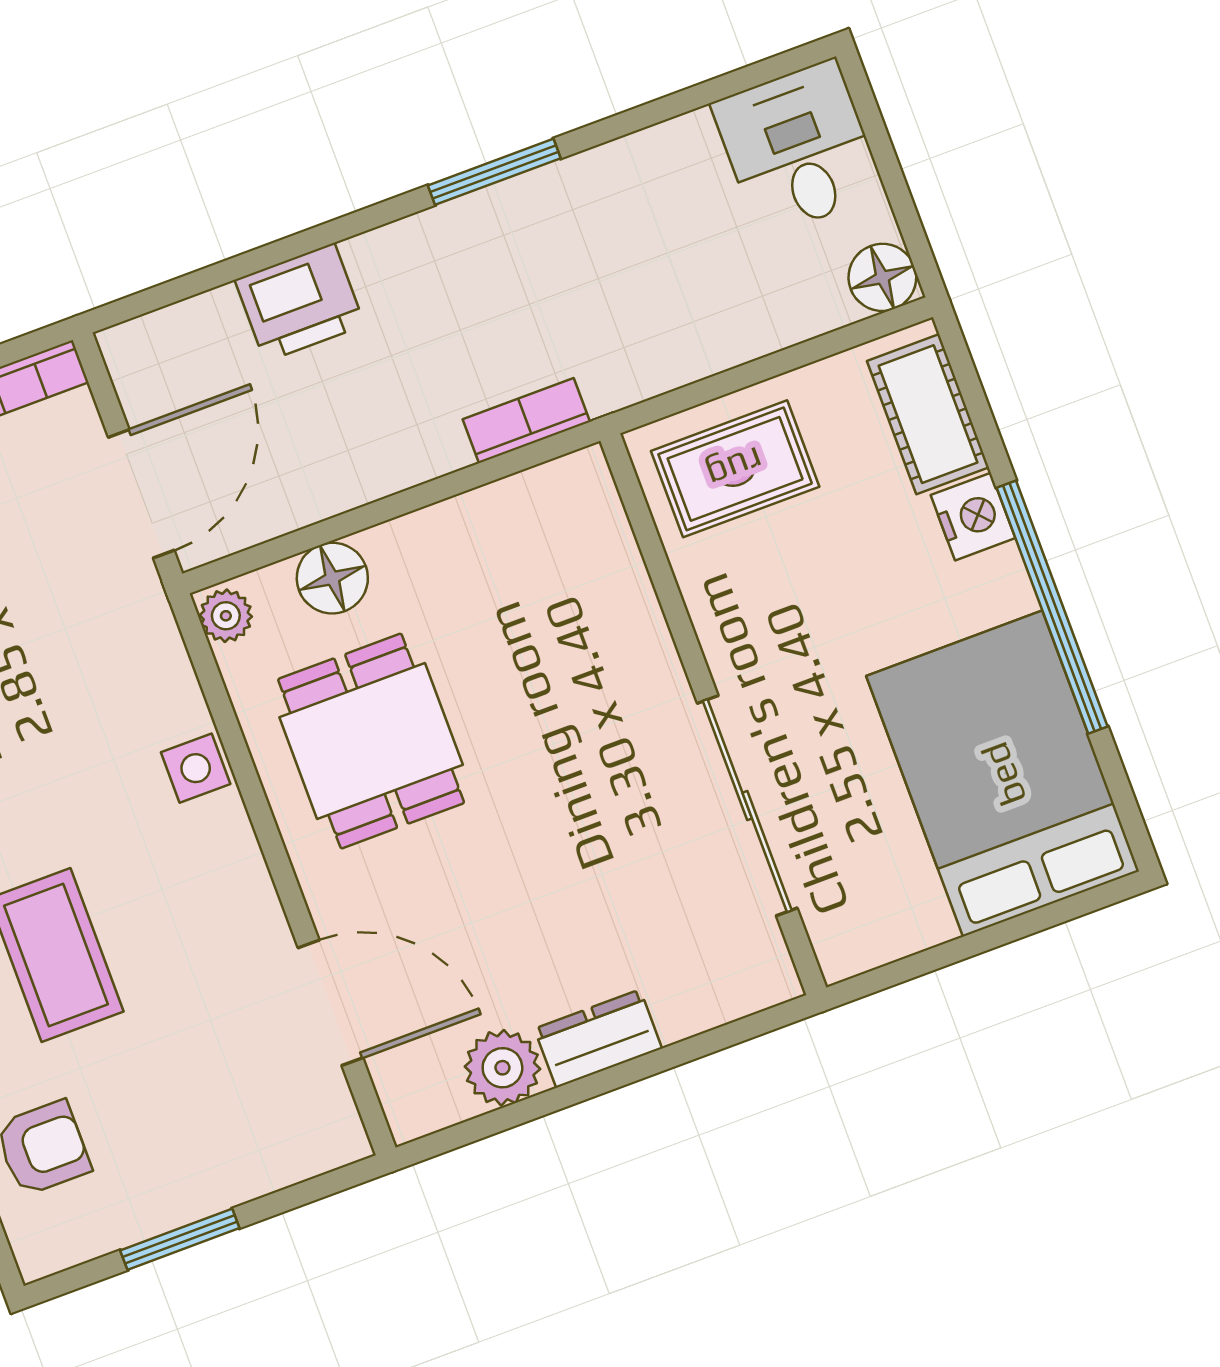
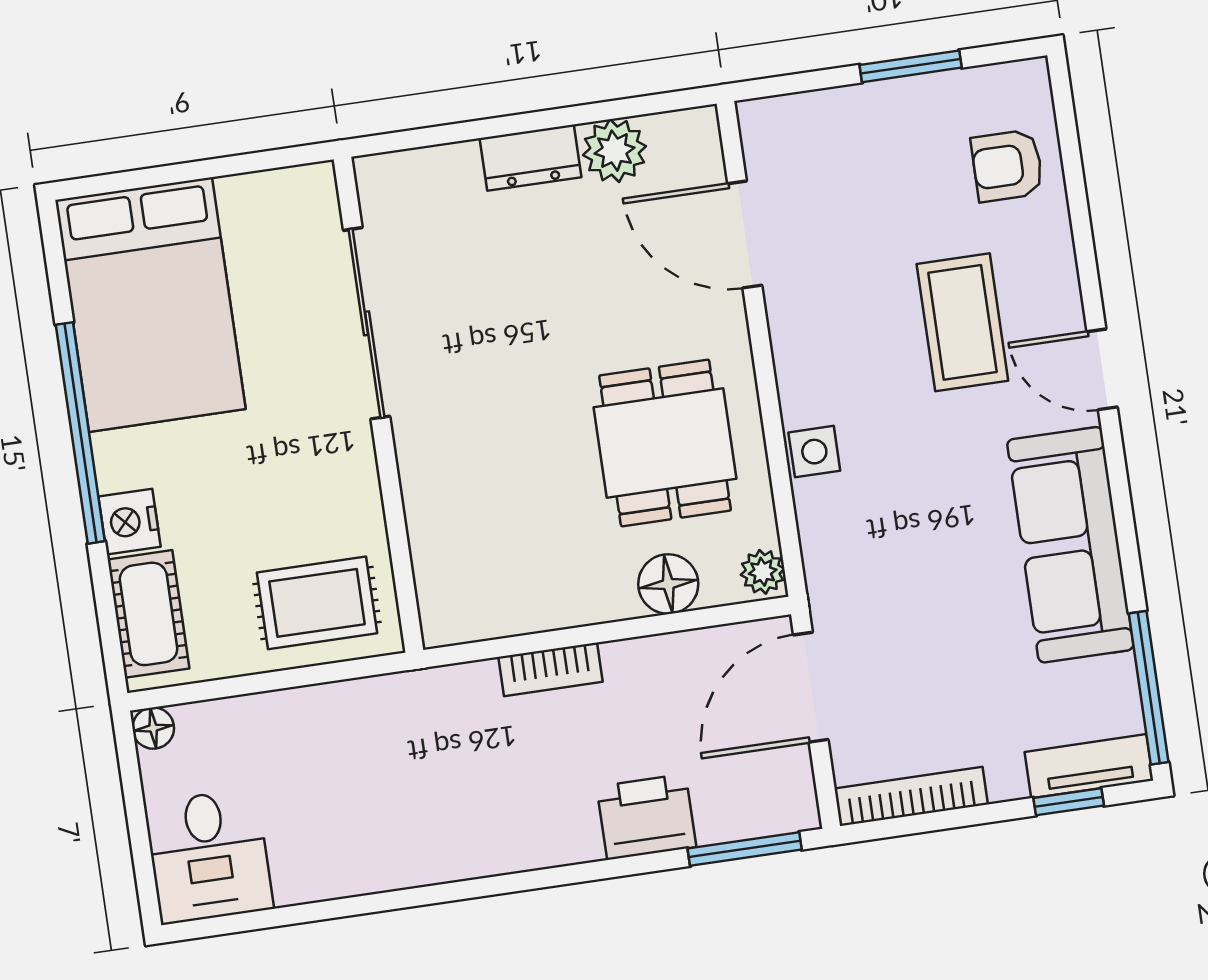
window: (494, 172) -> (745, 849), moved
floor lamp: (882, 277) -> (153, 728), width x0.73, depth x0.73
bookcase: (526, 421) -> (550, 669), moved

